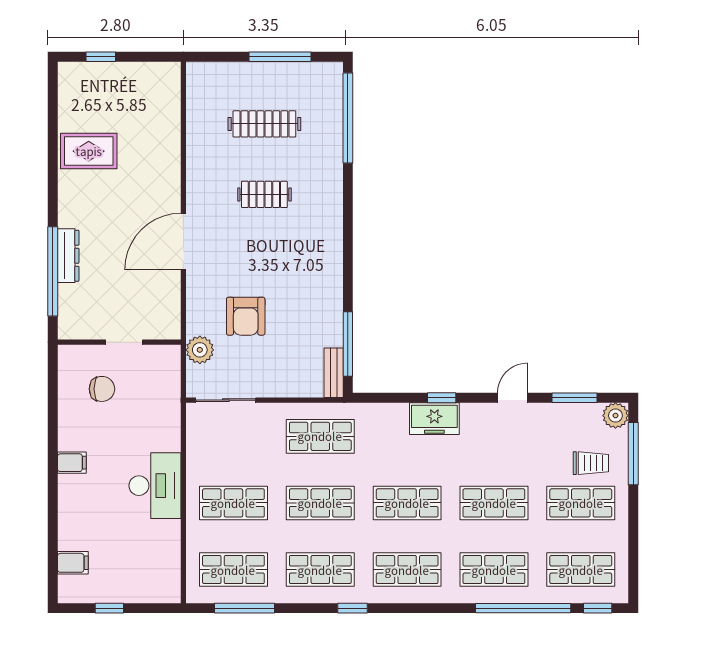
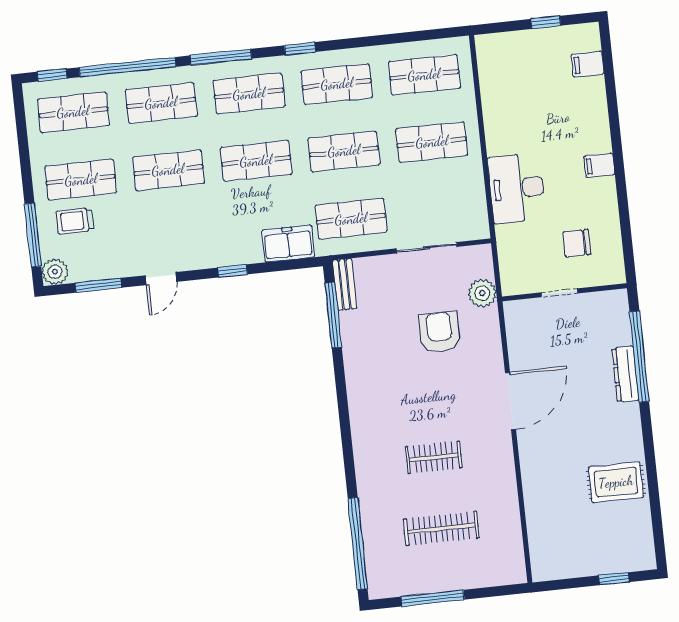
sliding door: (226, 400) -> (426, 248), moved
freezer: (434, 419) -> (288, 244), moved
desk: (155, 486) -> (517, 188), moved
window: (244, 608) -> (221, 57), moved

